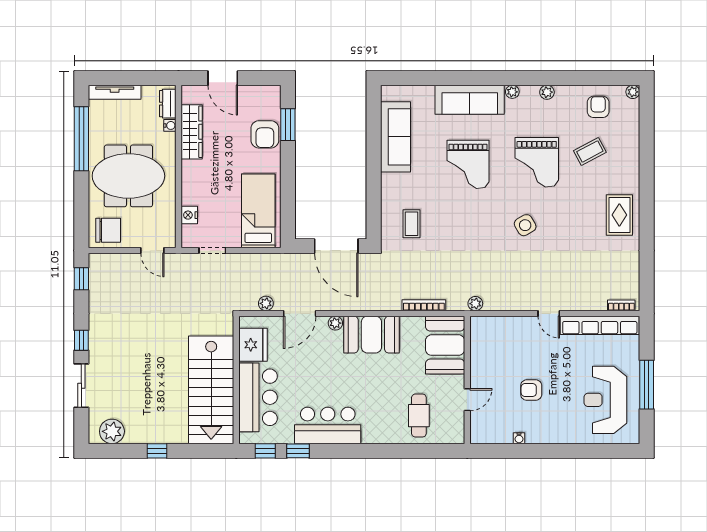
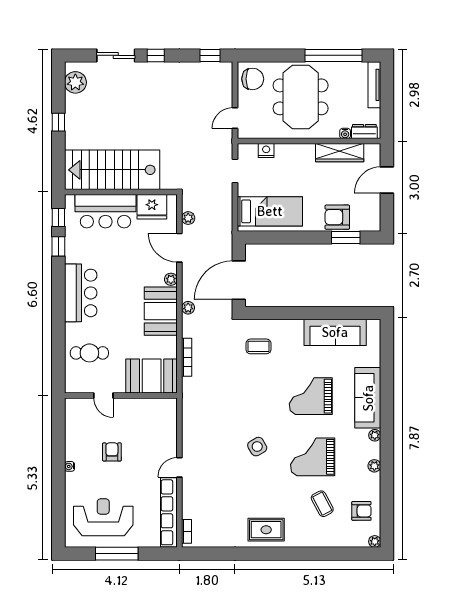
chair: (108, 230) -> (253, 79), turned -90
plant: (475, 304) -> (188, 308), moved
bar counter: (328, 425) -> (81, 293), moved
water cooler: (519, 438) -> (69, 466), moved

